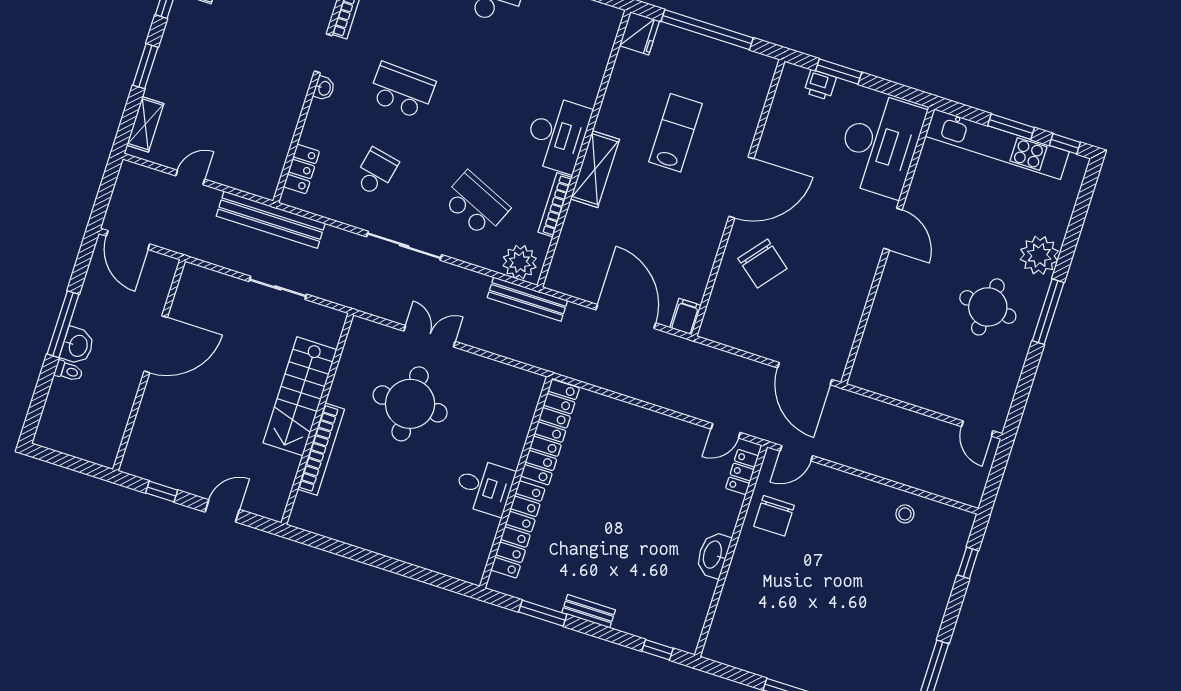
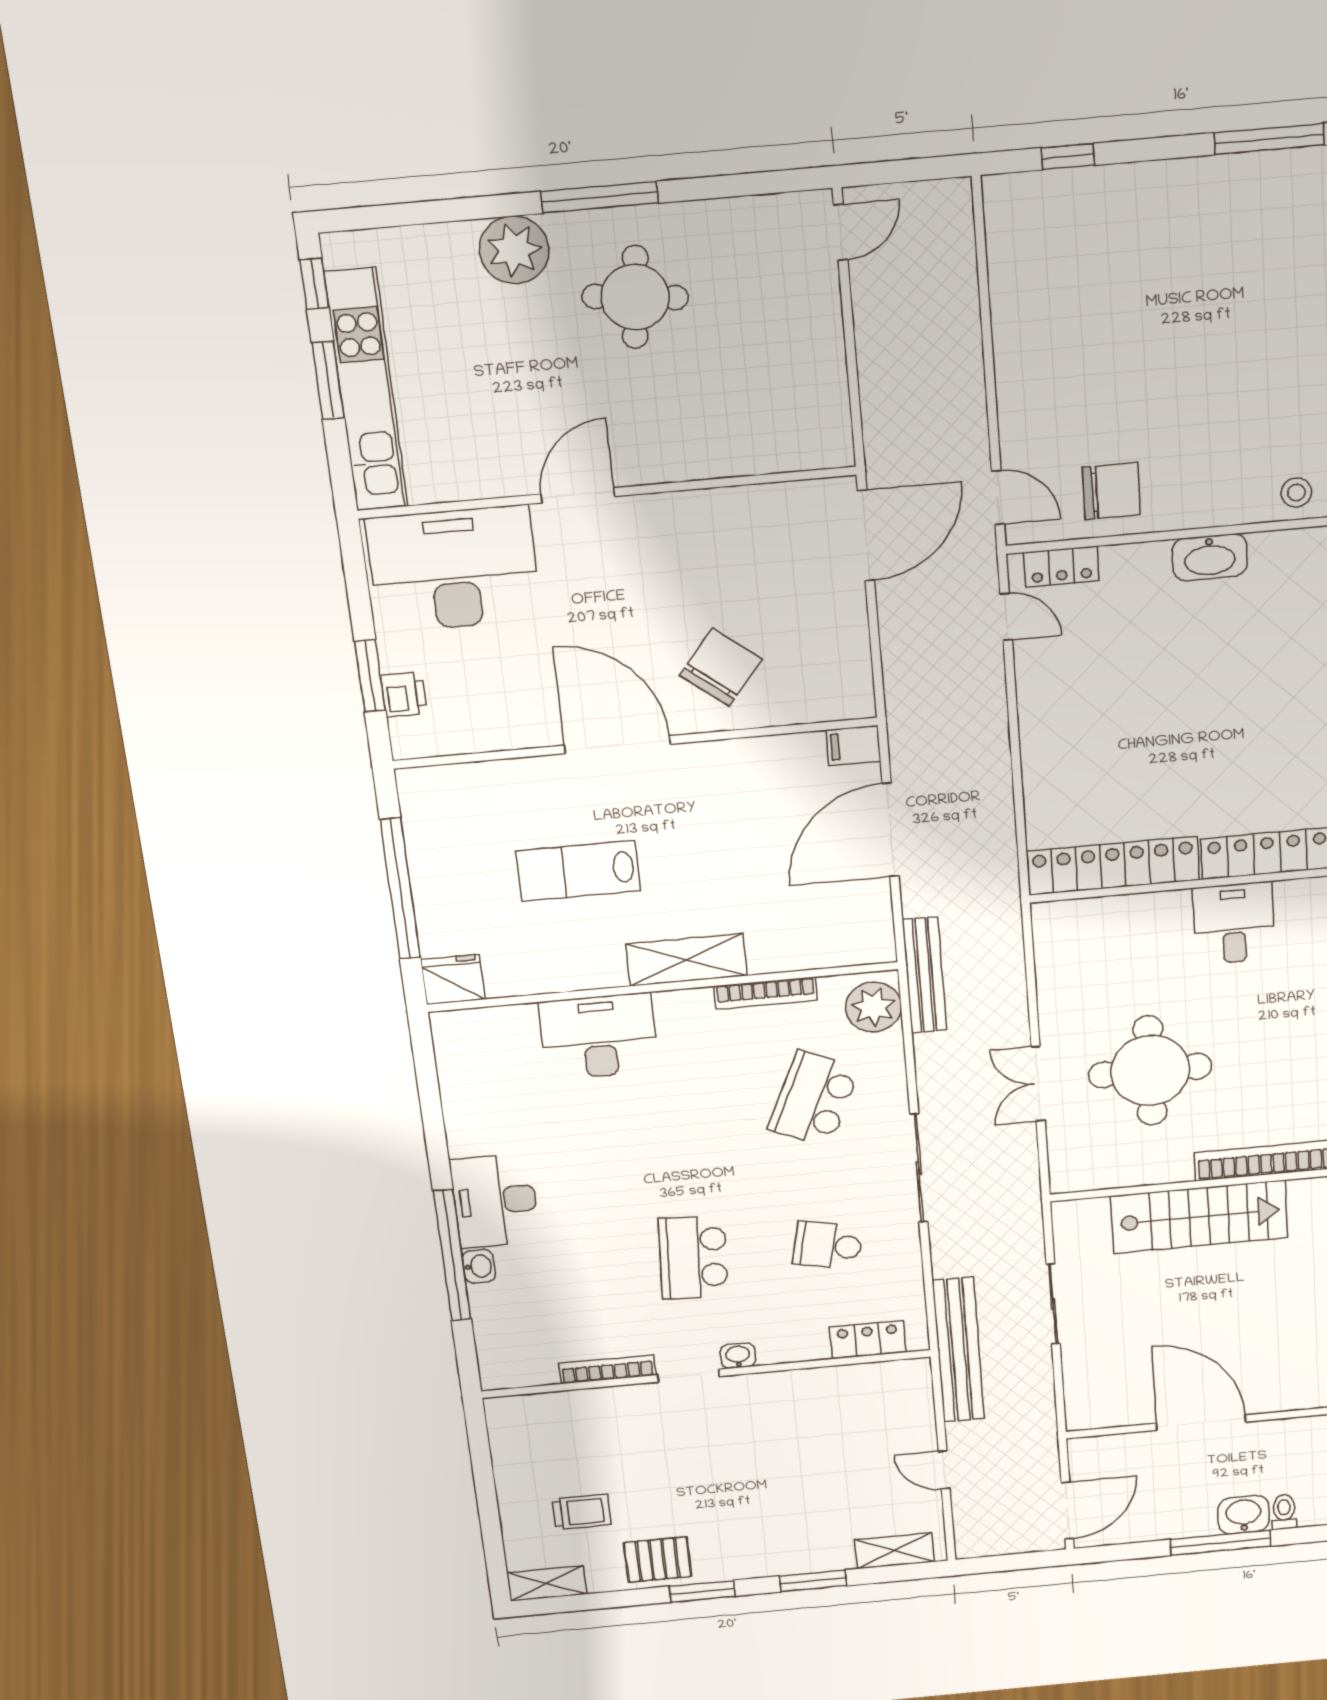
desk: (557, 134) -> (599, 1036), moved
stool: (905, 514) -> (1296, 493), moved

